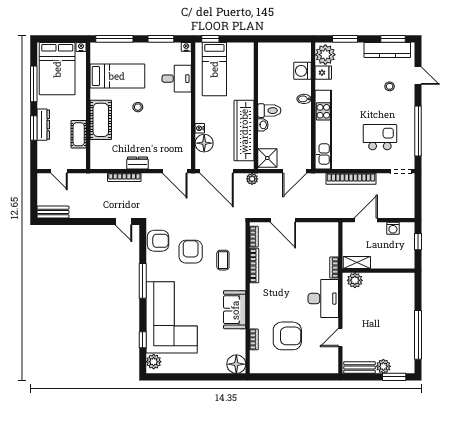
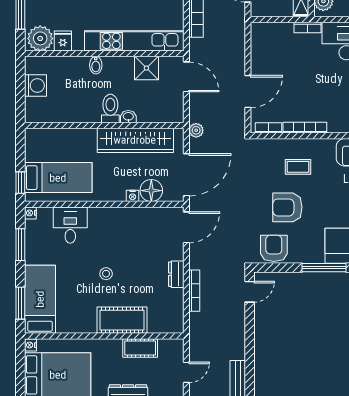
window: (114, 39) -> (20, 303), width x0.69
washing machine: (302, 71) -> (36, 85), moved, turned -90
bed: (117, 76) -> (40, 299), moved
shower: (267, 158) -> (146, 68), moved

